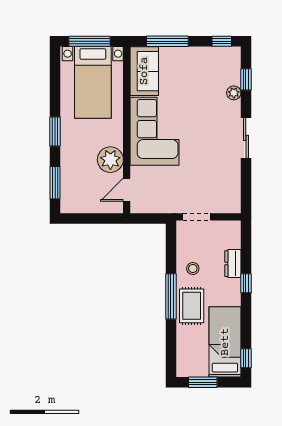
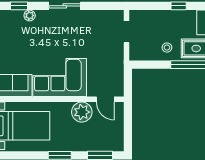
doorway: (197, 217) -> (127, 32), moved
dresser: (233, 264) -> (163, 16), removed

